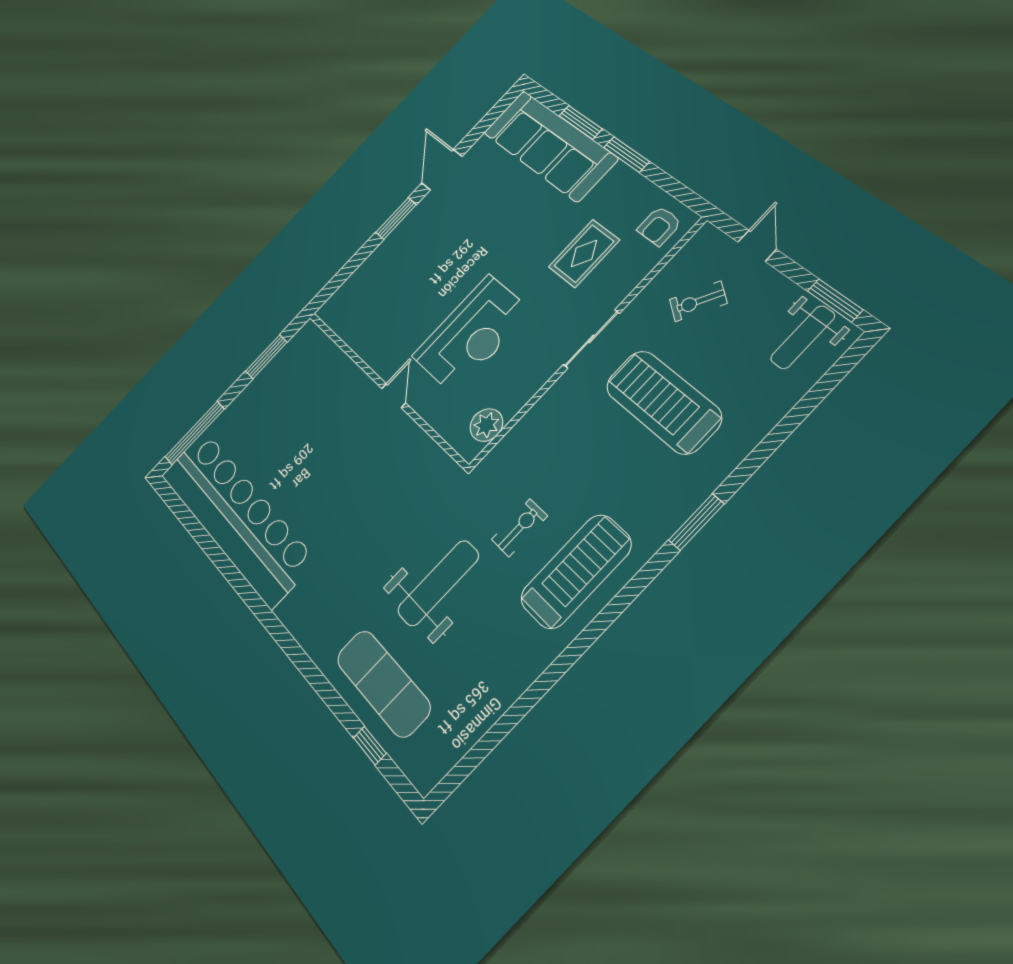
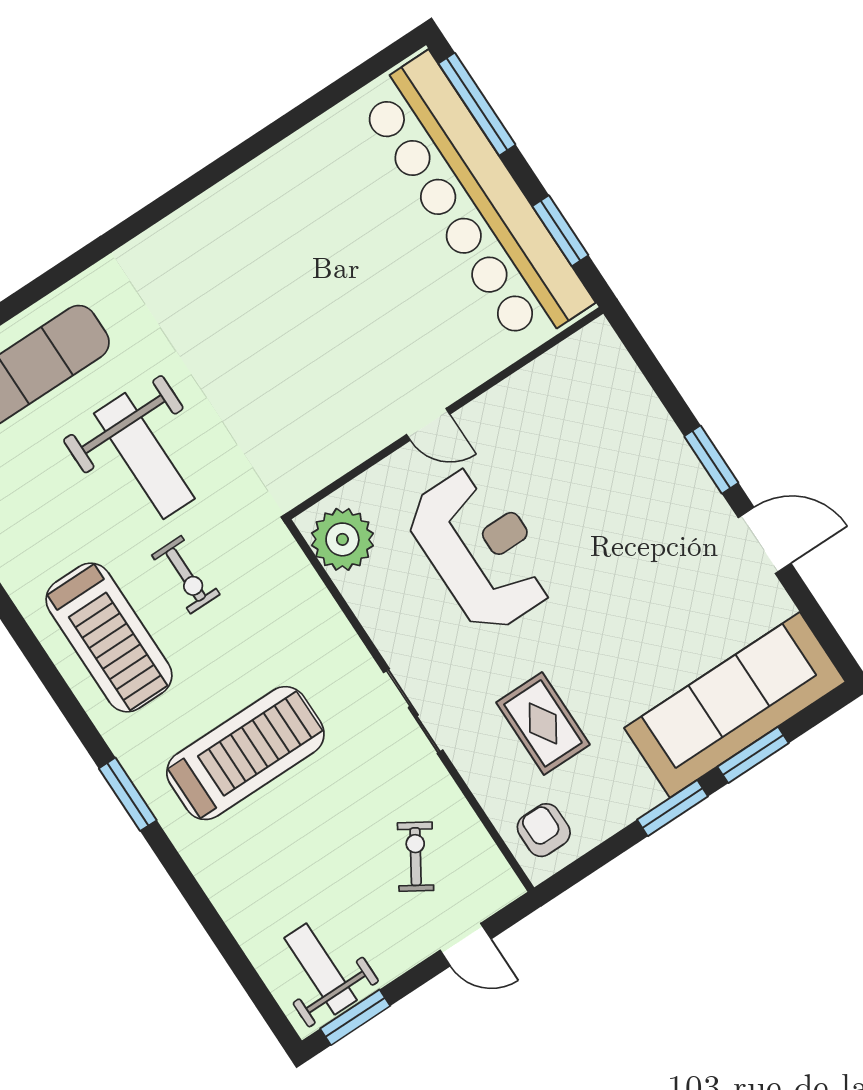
reception desk: (472, 334) -> (481, 549), turned 180
treadmill: (663, 402) -> (245, 753), moved
plant: (486, 425) -> (342, 539), width x1.36, depth x1.36
bar counter: (236, 517) -> (474, 201), moved, turned 90

